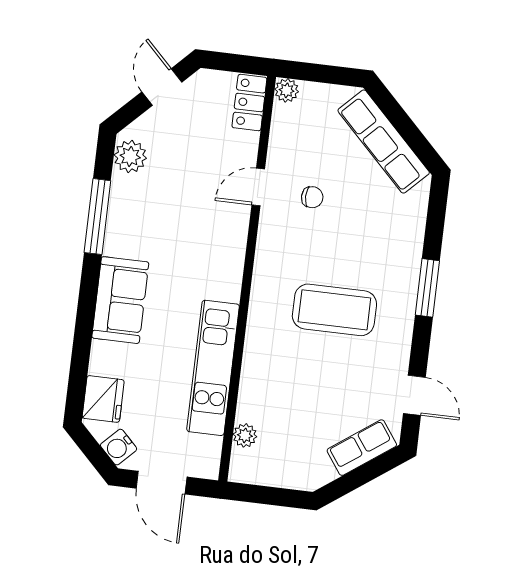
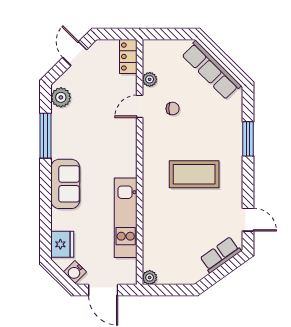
plant: (287, 90) -> (150, 79), moved
window: (427, 288) -> (248, 139), moved
plant: (245, 435) -> (150, 277), moved

